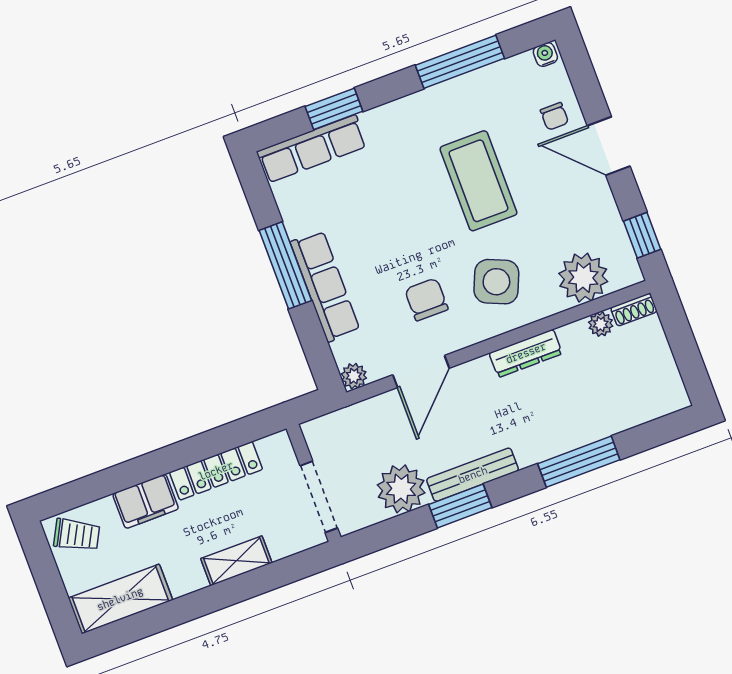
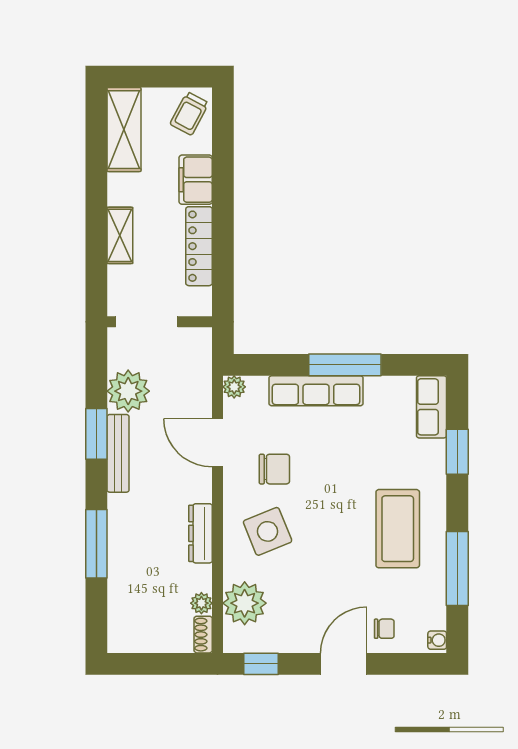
chair: (554, 116) -> (384, 629), turned 180
row of seats: (312, 149) -> (432, 407), width x0.68
coffee table: (478, 181) -> (398, 529), moved, turned 90
side table: (496, 282) -> (268, 531), turned 45

